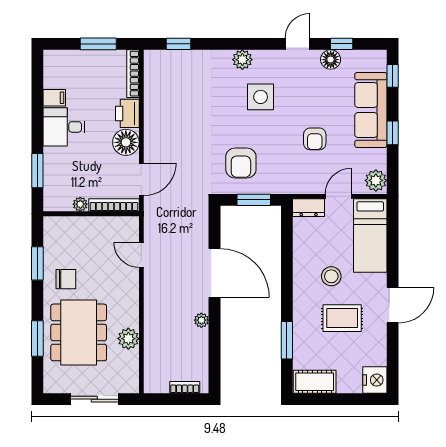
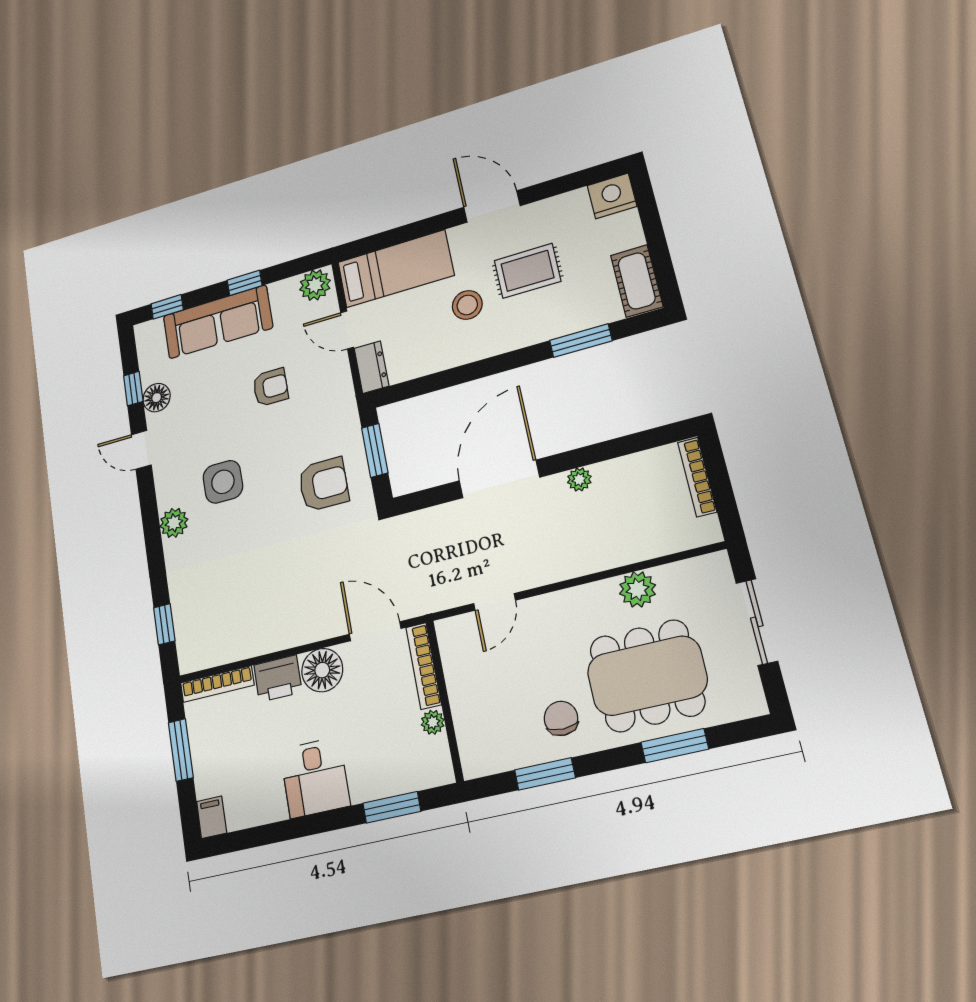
filing cabinet: (54, 98) -> (212, 817), moved
rug: (342, 318) -> (527, 271), turned 90
bookcase: (185, 387) -> (697, 477), width x1.56

